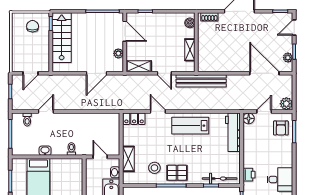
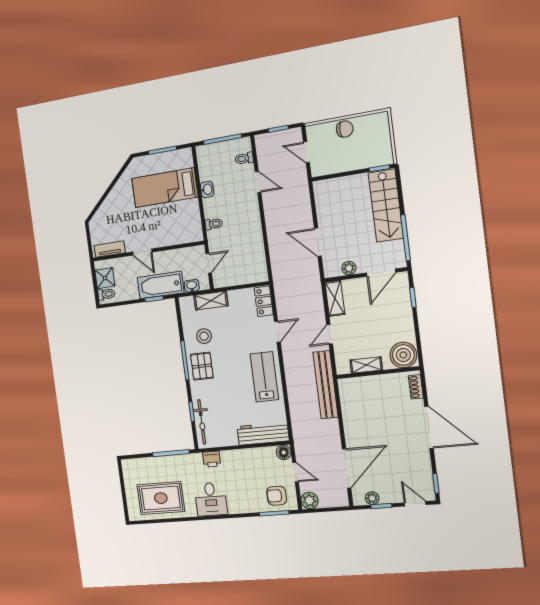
boiler: (190, 23) -> (403, 355), width x1.86, depth x1.86
chair: (33, 26) -> (345, 129), moved
stairs: (62, 38) -> (386, 206), moved, turned 90

